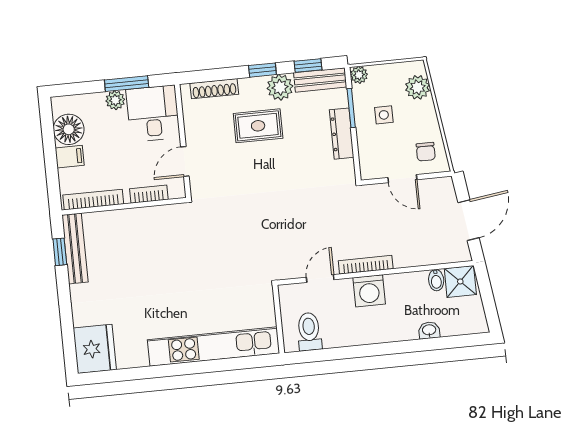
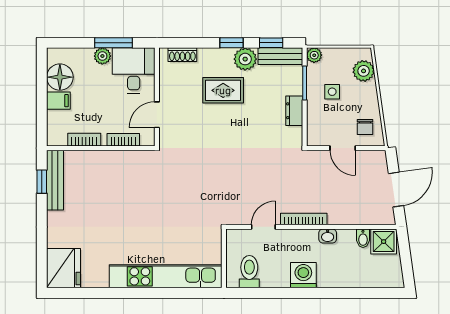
shoe rack: (214, 89) -> (182, 55), width x0.70
dresser: (342, 134) -> (294, 111), width x0.70
bookcase: (93, 200) -> (84, 140), width x0.64
washing machine: (369, 291) -> (303, 275), moved, turned 180
washbasin: (429, 330) -> (328, 236), moved, turned 180

